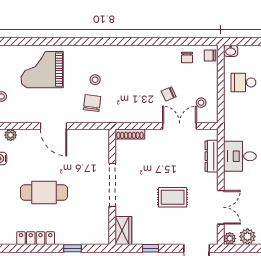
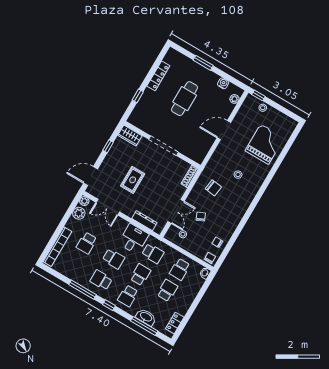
school desk: (243, 82) -> (180, 269), turned 180
chair: (92, 103) -> (213, 188), moved
school desk: (243, 124) -> (153, 253), added

